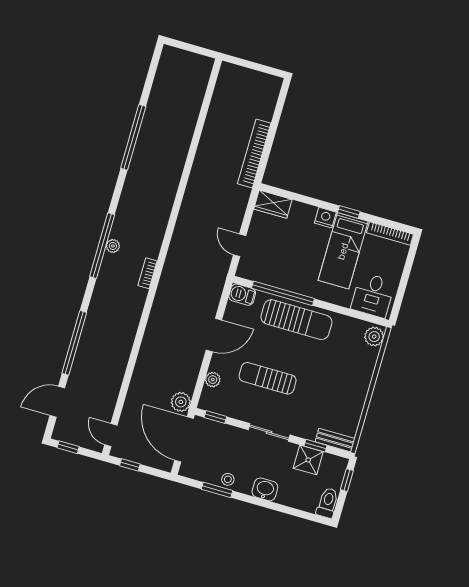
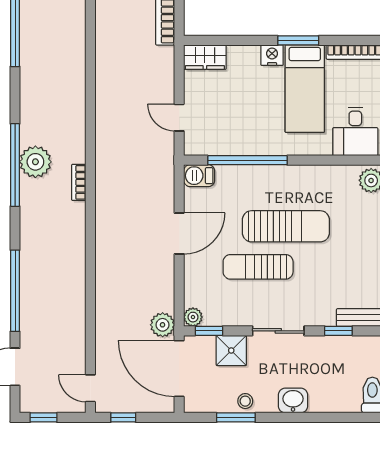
window: (349, 212) -> (298, 40), width x1.50
plant: (113, 246) -> (35, 162), width x1.88, depth x1.88
sun lounger: (296, 320) -> (286, 226), moved
plant: (213, 380) -> (193, 317), moved
shower: (308, 460) -> (231, 350), moved

